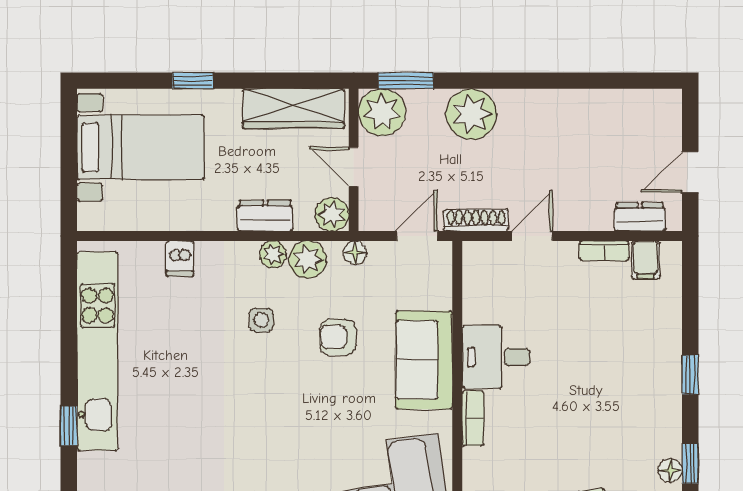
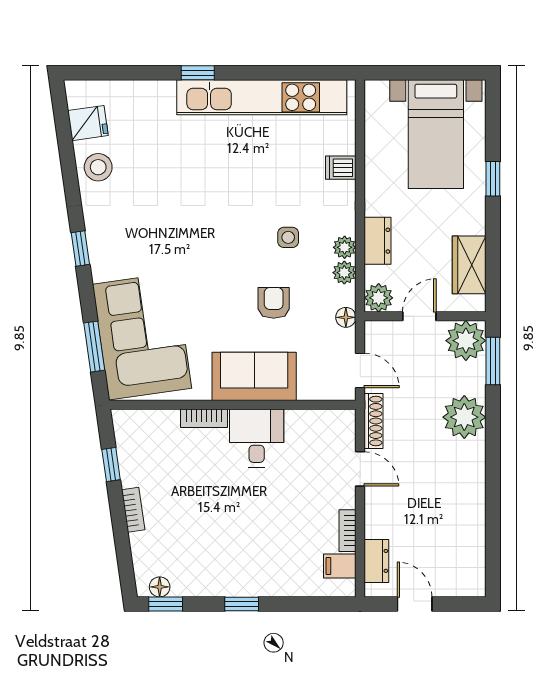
wardrobe: (293, 108) -> (469, 265), width x0.67
plant: (308, 260) -> (344, 273), width x0.73, depth x0.73

